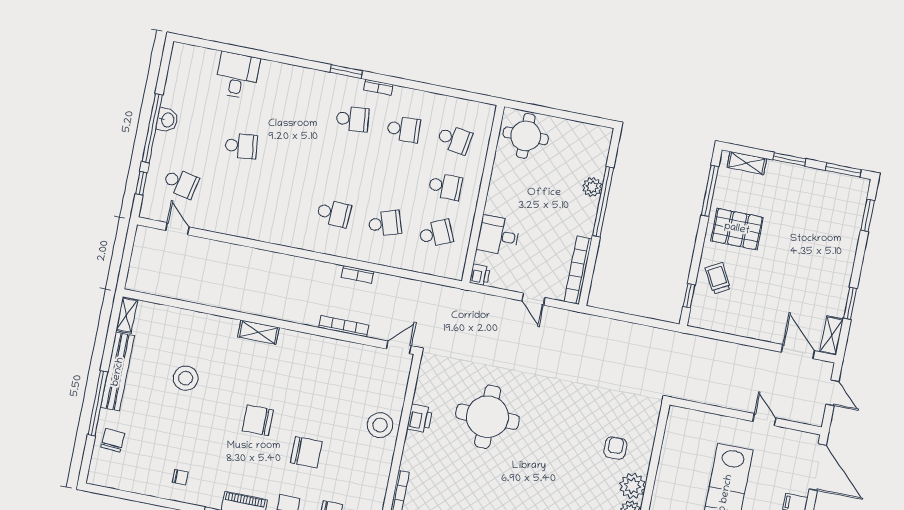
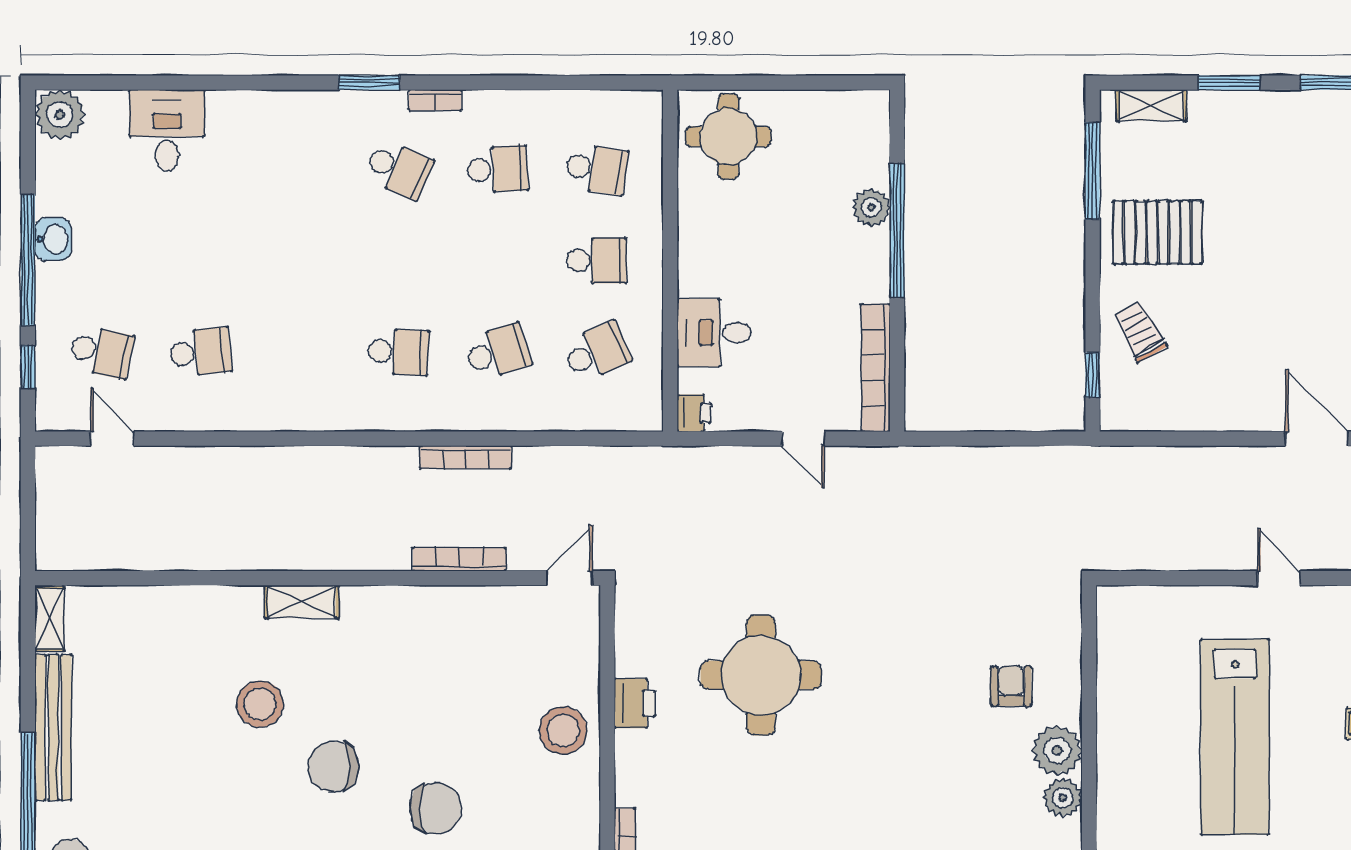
plant: (184, 56) -> (60, 115), added
school desk: (352, 119) -> (399, 169), turned 30
school desk: (241, 146) -> (201, 352), moved
bookcase: (358, 274) -> (465, 457), width x1.56
stool: (186, 378) -> (260, 704), moved

